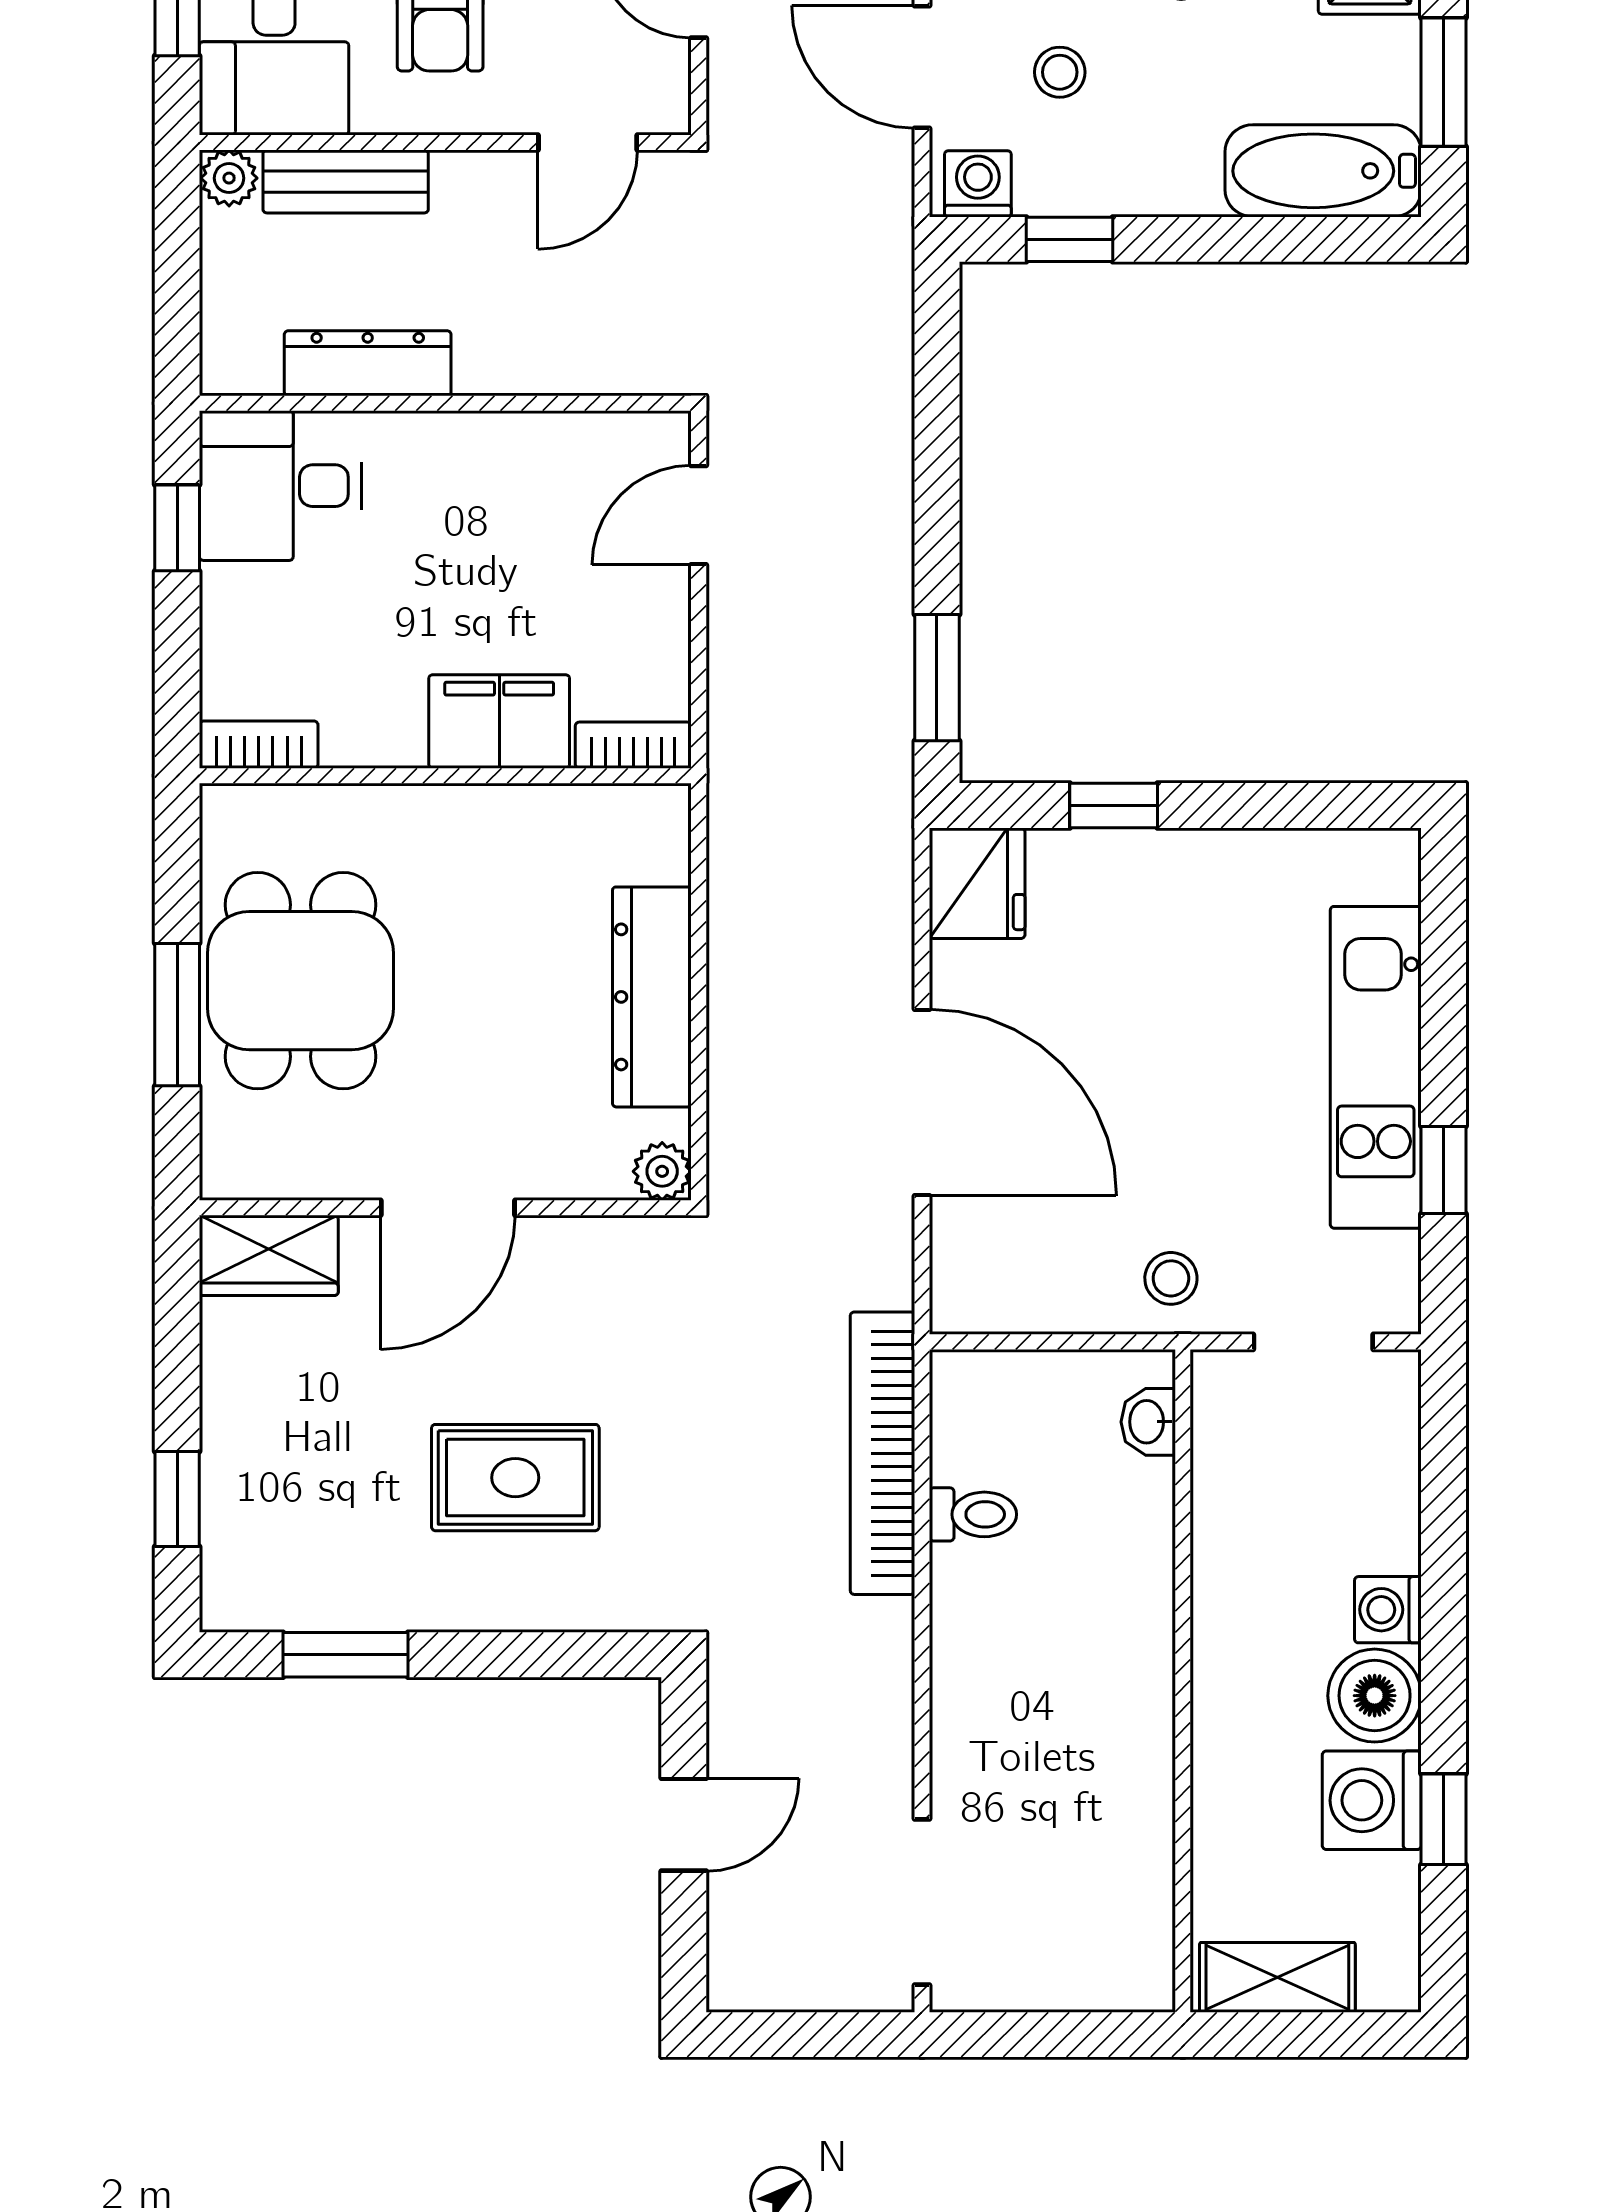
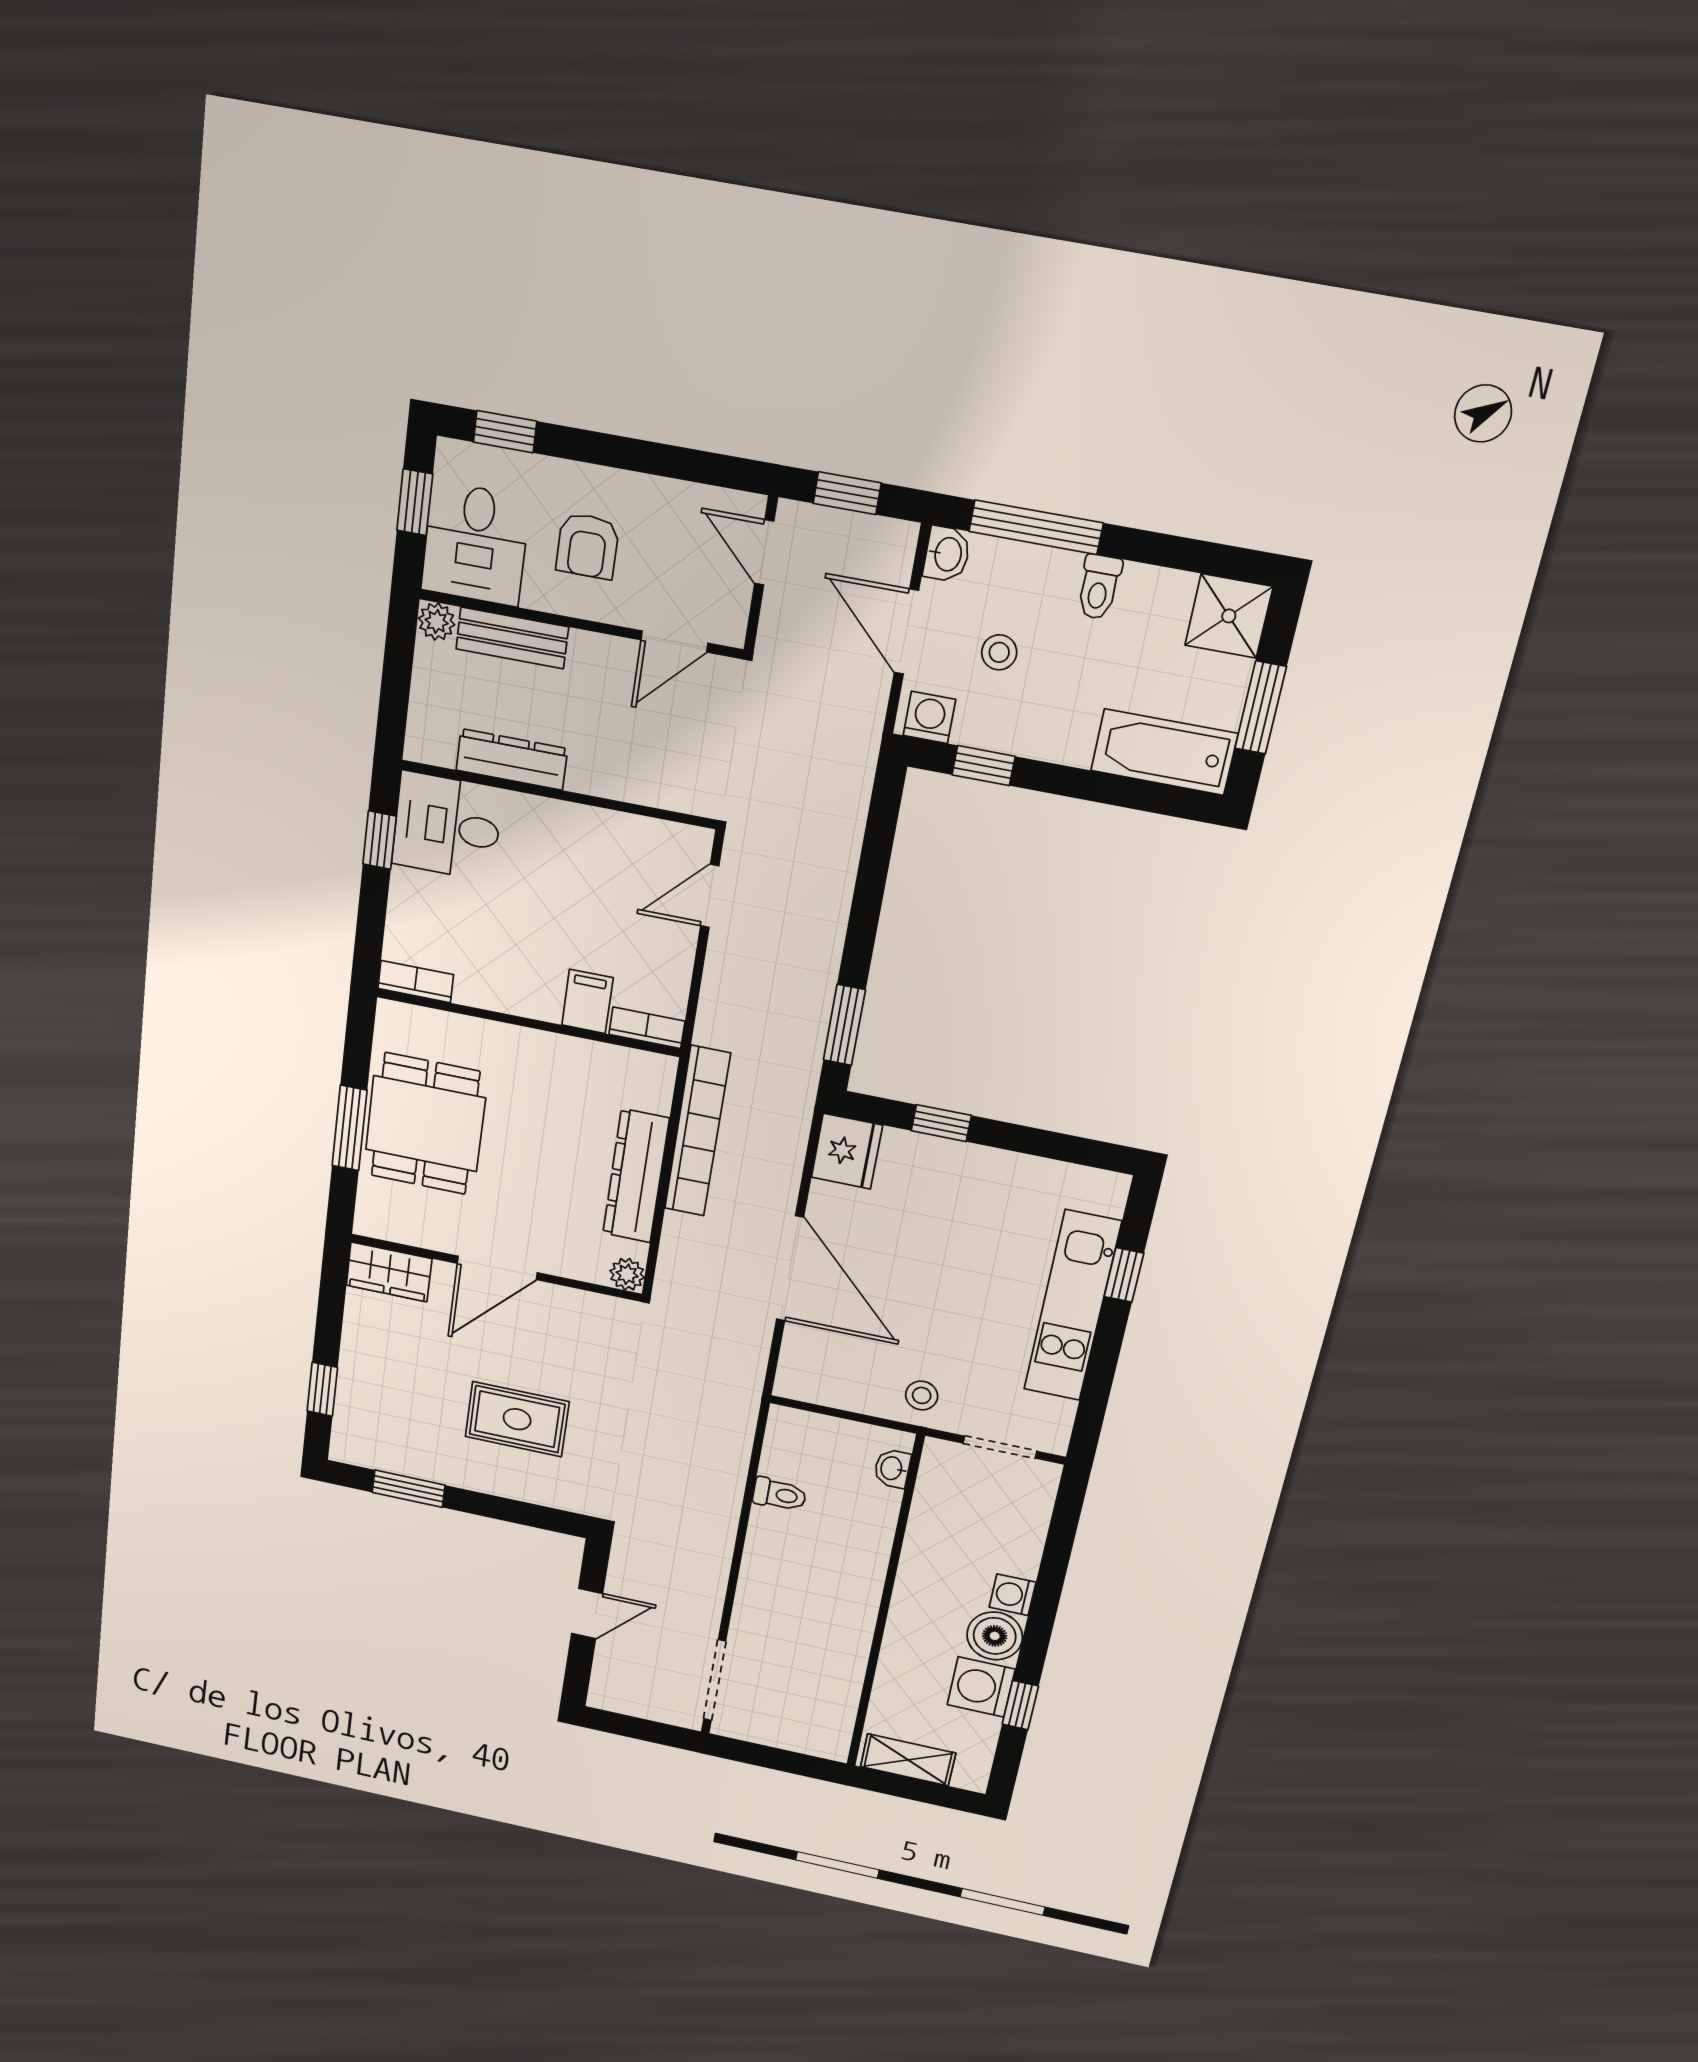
filing cabinet: (499, 721) -> (587, 1001), width x0.50
window: (1443, 1170) -> (1124, 1275), moved
bookcase: (883, 1453) -> (697, 1131), moved, turned 180

